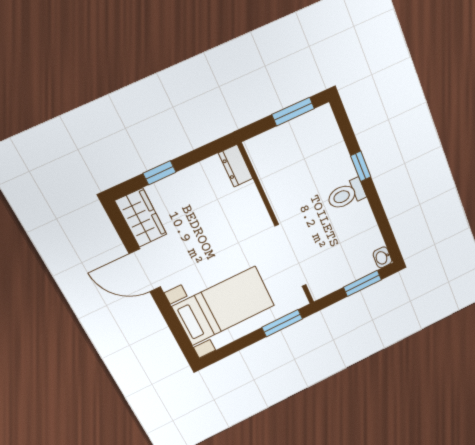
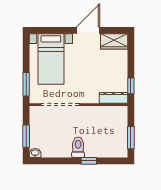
dresser: (236, 166) -> (114, 98), width x1.44
window: (159, 173) -> (131, 86), moved

